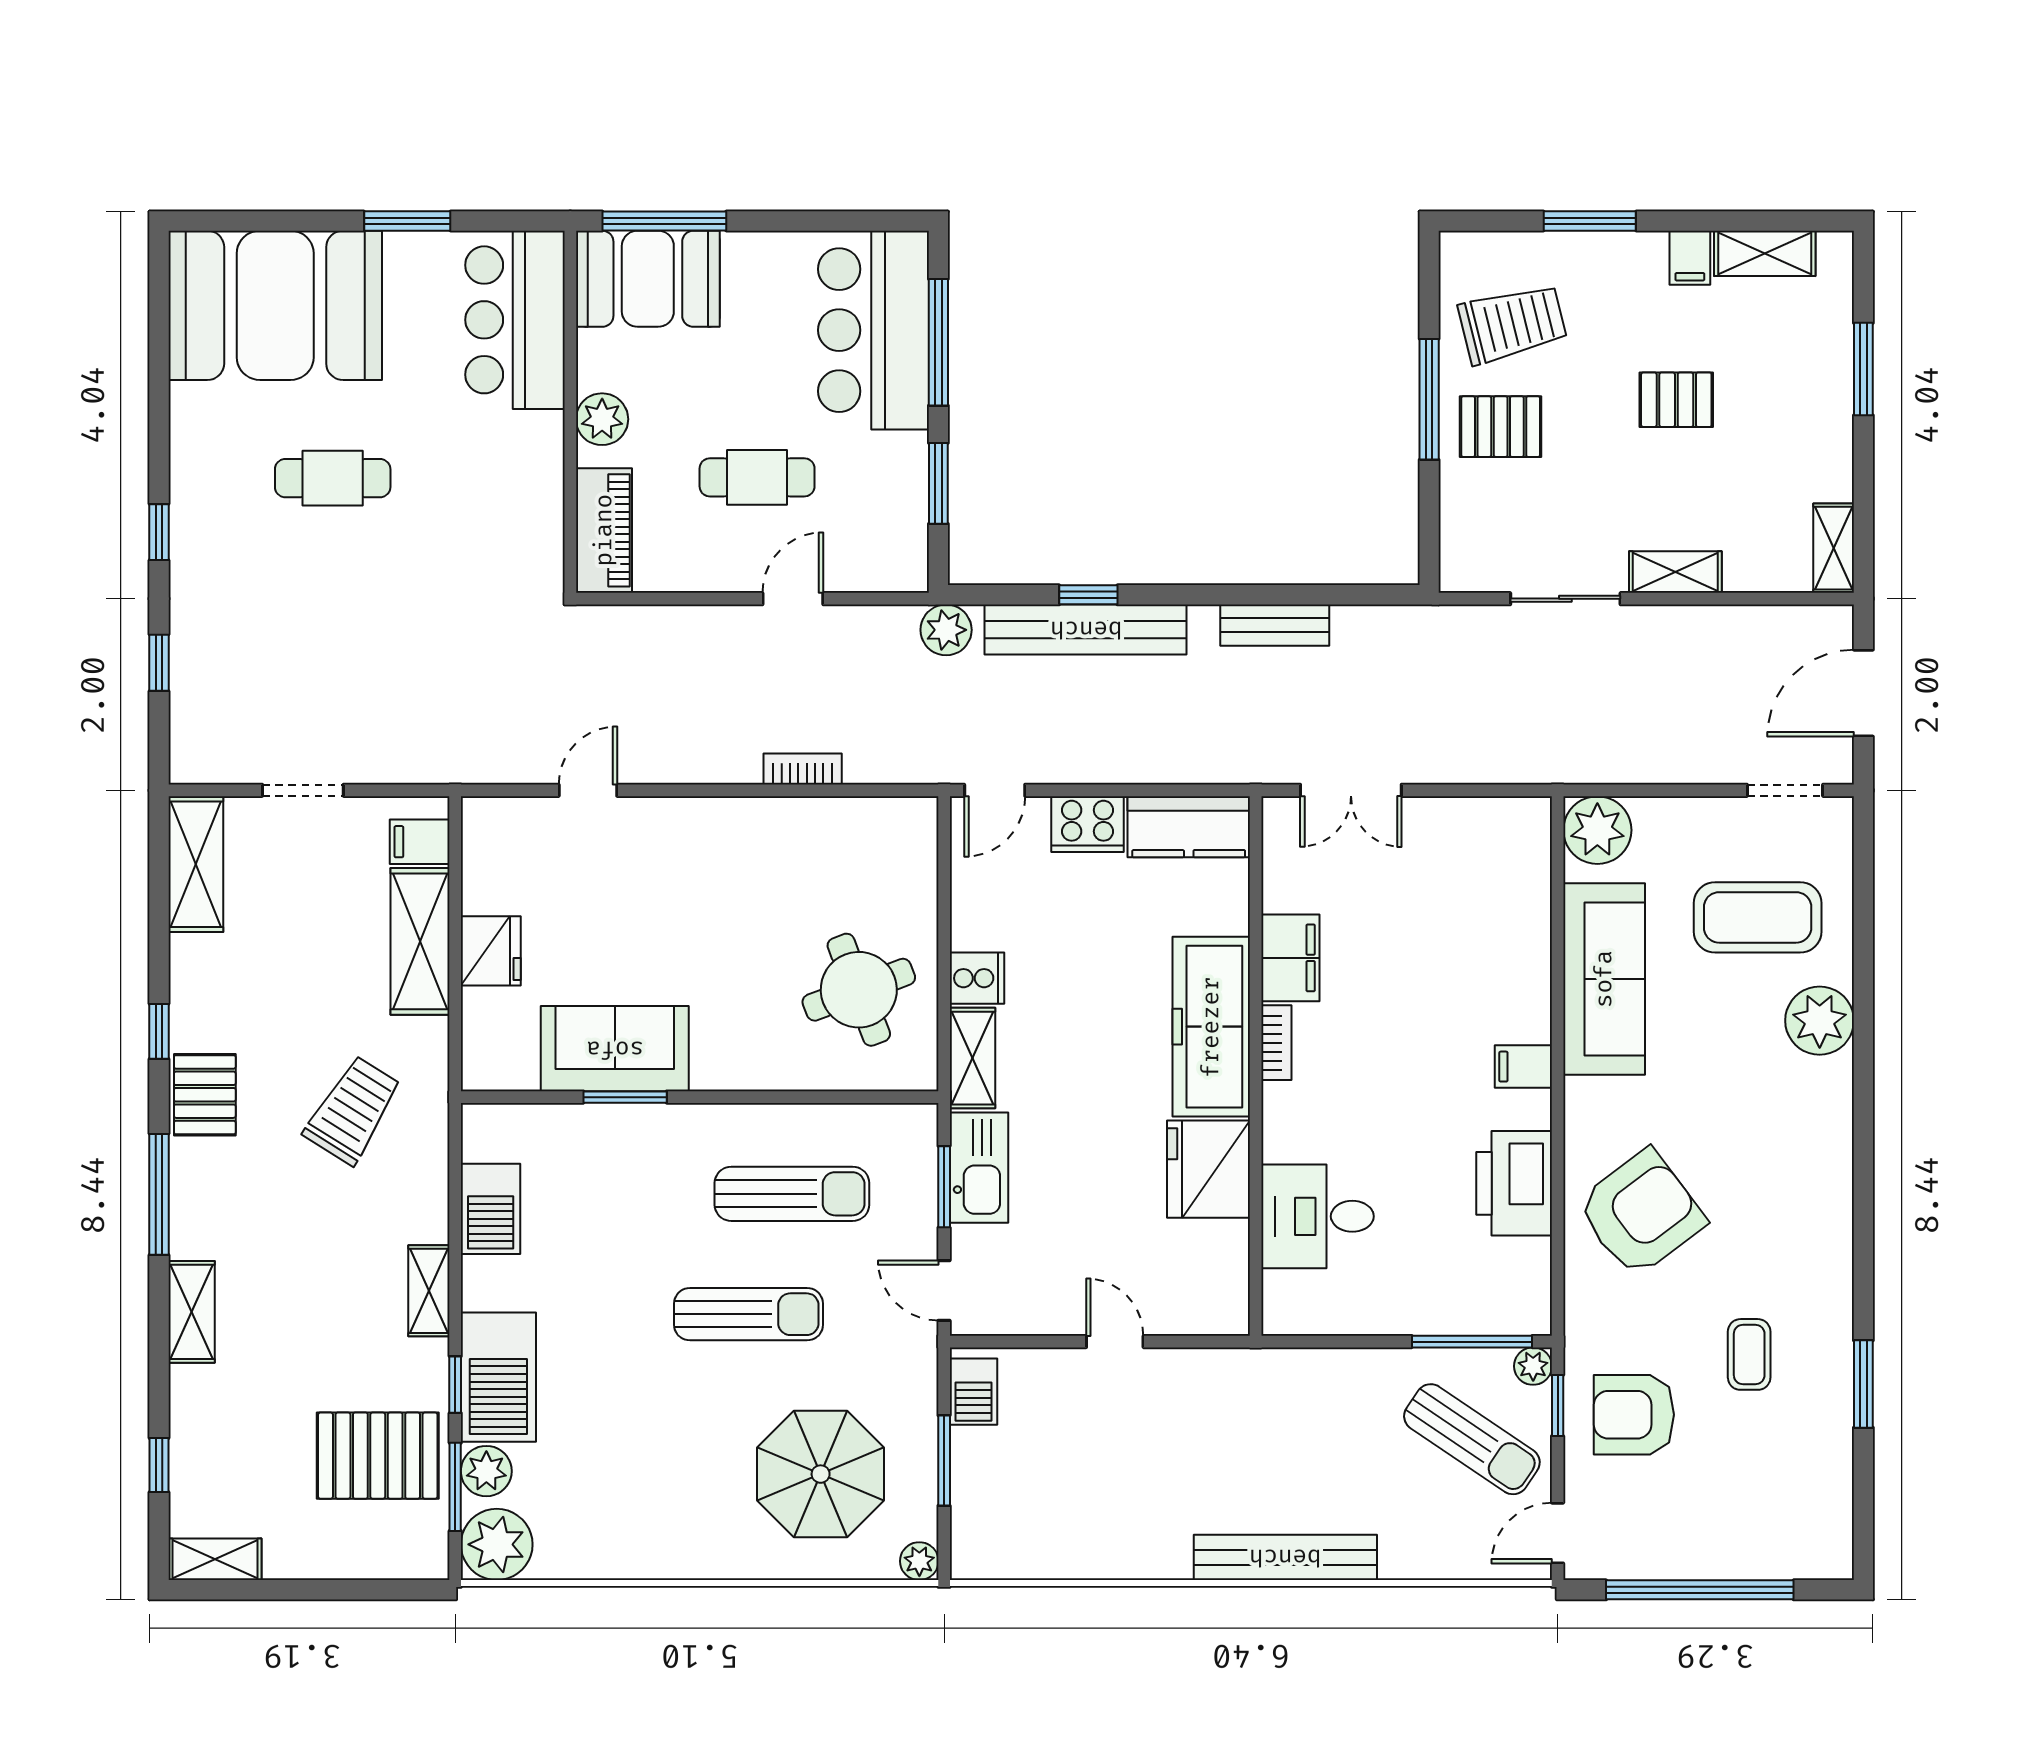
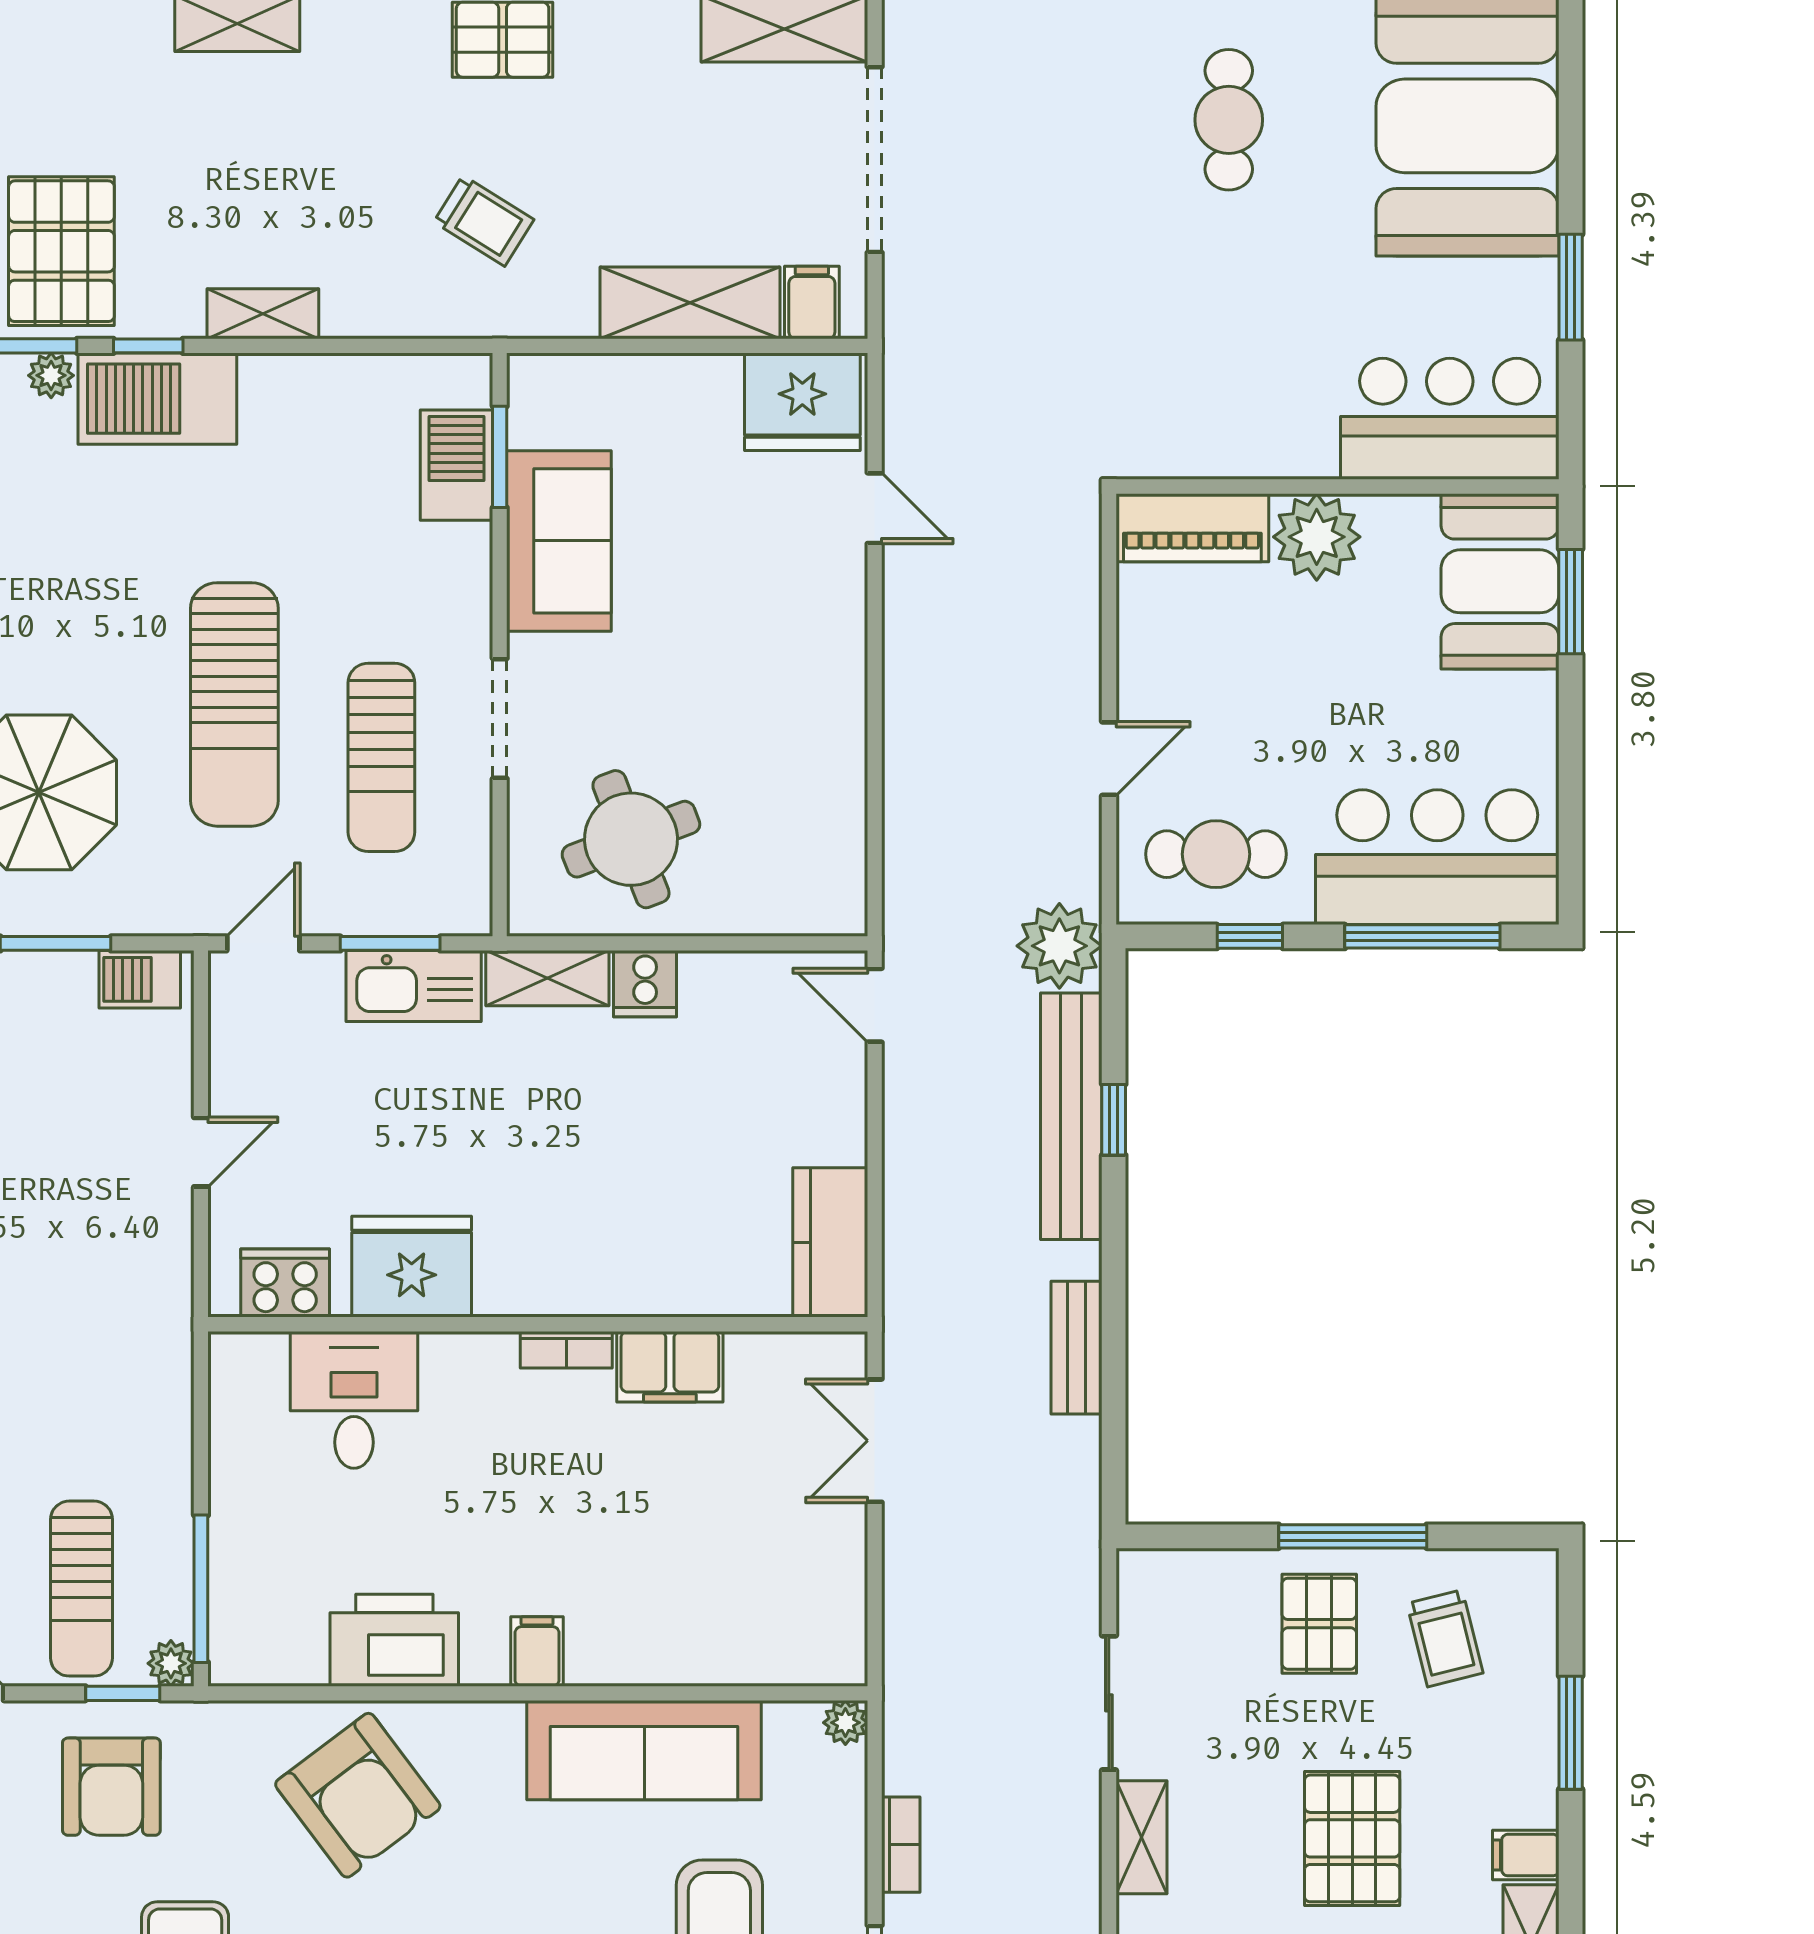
window: (664, 221) -> (1571, 602), width x0.69
trolley: (1513, 324) -> (1445, 1638), width x0.73, depth x0.72
pallet: (1676, 400) -> (1352, 1838), width x1.50, depth x1.42
plant: (602, 419) -> (1317, 537), width x1.36, depth x1.36
cafe table: (757, 477) -> (1216, 854), moved, turned 90
cafe table: (333, 478) -> (1229, 120), moved
window: (938, 483) -> (1250, 936), width x0.67
door: (793, 599) -> (1109, 759), hinge flipped
plant: (946, 630) -> (1059, 946), width x1.36, depth x1.36
bookcase: (803, 769) -> (901, 1845), moved
doorway: (303, 790) -> (875, 160), width x1.87
cooker: (1088, 824) -> (285, 1283), moved, turned 90
plant: (1597, 830) -> (845, 1723), width x0.53, depth x0.53
fridge: (491, 951) -> (802, 402), moved, width x1.36, depth x1.34
freezer: (1211, 1027) -> (586, 1270), removed
window: (625, 1097) -> (500, 457), moved
doorway: (760, 1097) -> (500, 719), added
trolley: (353, 1110) -> (484, 221), width x0.73, depth x0.72
barbecue: (491, 1209) -> (457, 465), moved, turned 90
sun lounger: (749, 1314) -> (234, 704), width x1.36, depth x1.34
armchair: (1634, 1415) -> (111, 1787), turned 180
sun lounger: (1472, 1439) -> (82, 1589), turned -34
plant: (486, 1471) -> (51, 375), width x0.73, depth x0.73

